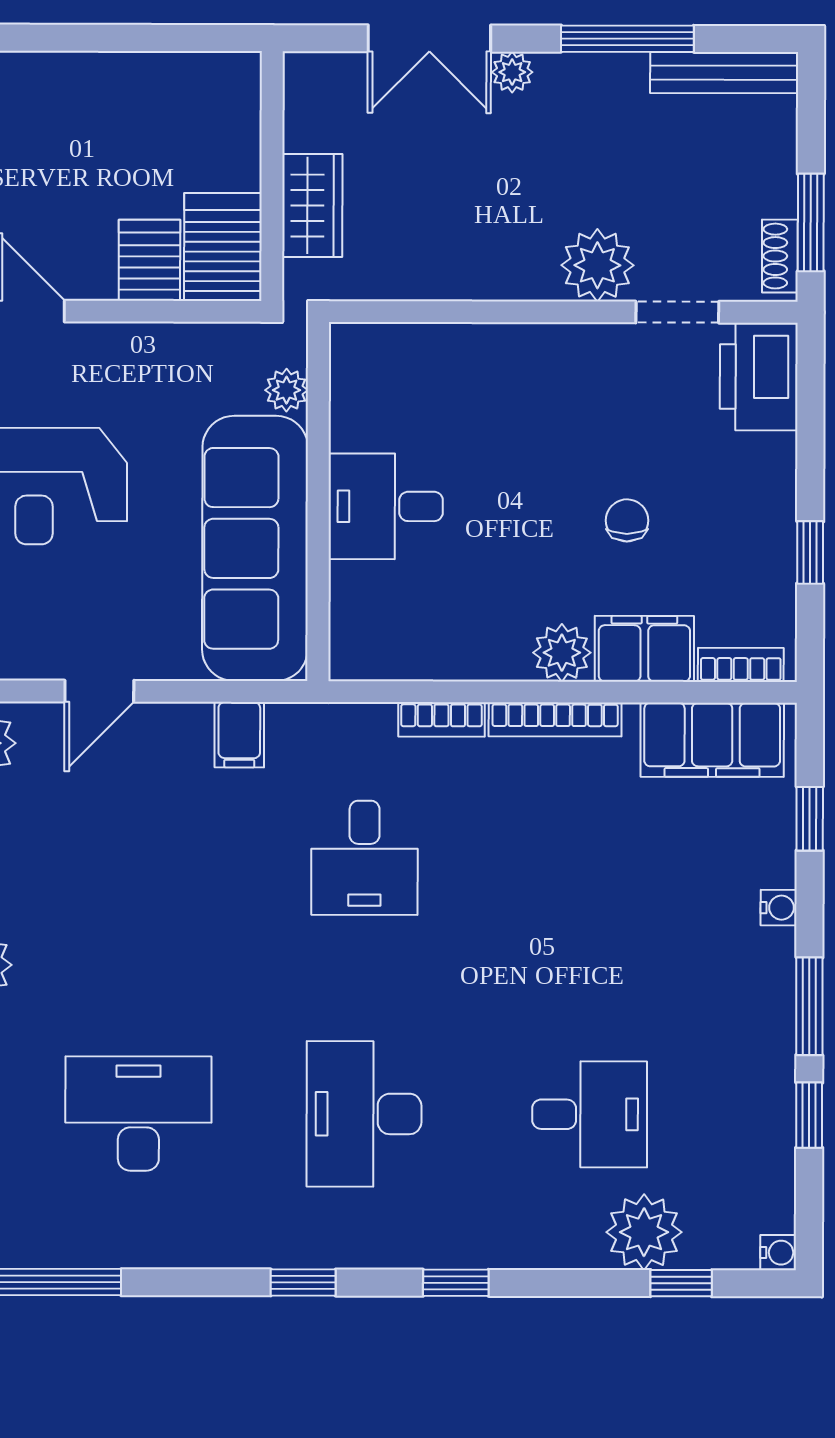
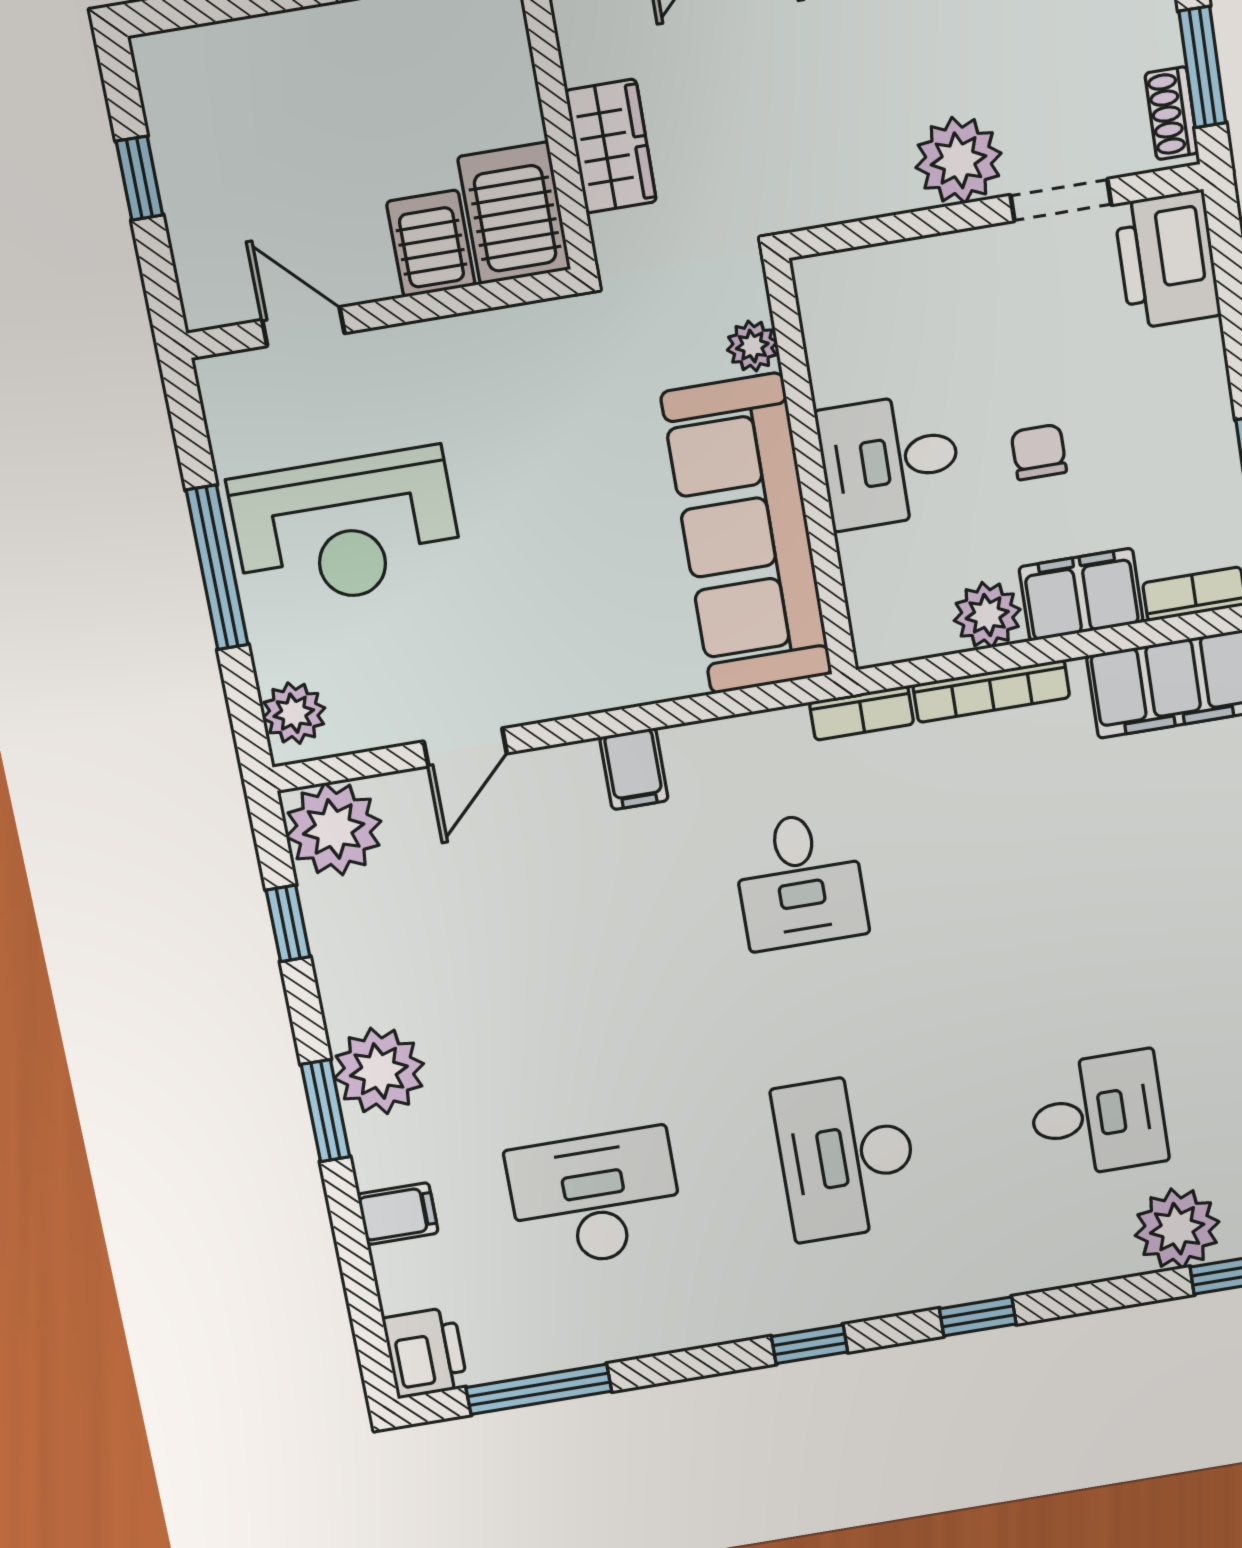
plant: (286, 390) -> (752, 346), moved
wall: (318, 502) -> (811, 469), moved
desk: (386, 506) -> (890, 461), moved
sofa: (255, 548) -> (747, 534), moved

